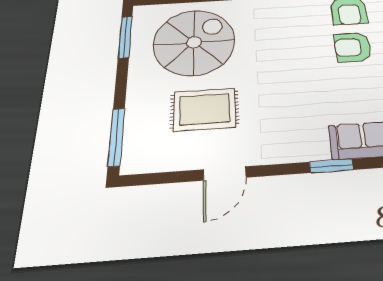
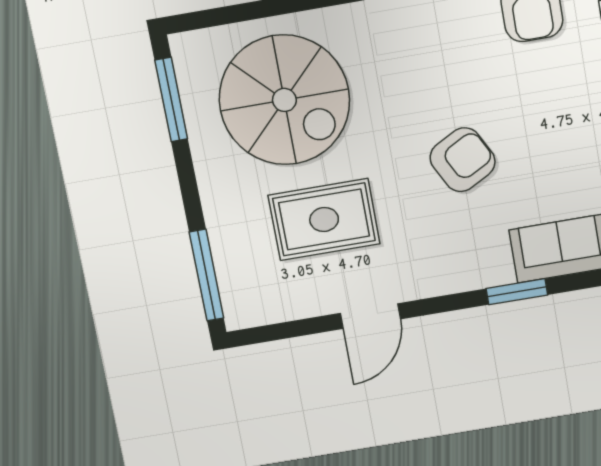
spiral stairs: (194, 42) -> (284, 100), turned 90
armchair: (353, 47) -> (463, 160), moved, turned 152

